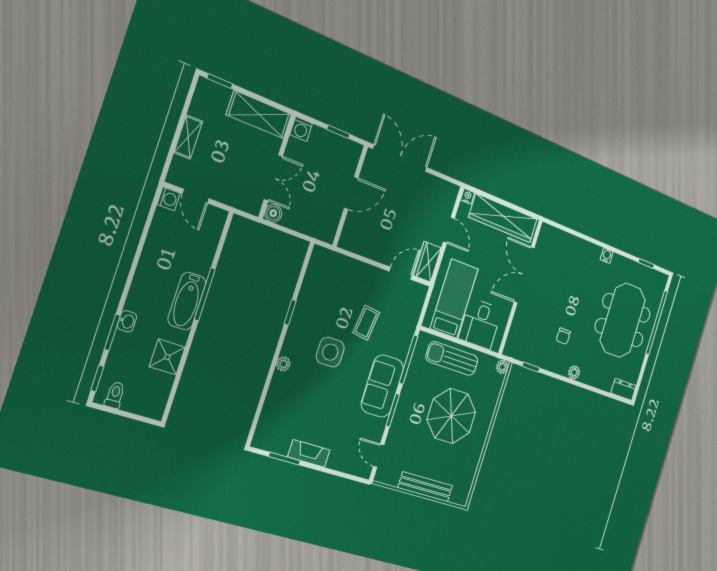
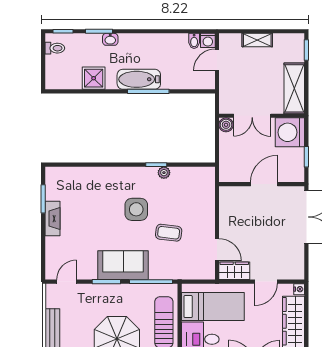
washing machine: (301, 129) -> (290, 132), width x1.89, depth x1.89
door: (351, 193) -> (264, 184), swing flipped
bidet: (164, 216) -> (194, 41), added
plant: (283, 364) -> (164, 173), moved

